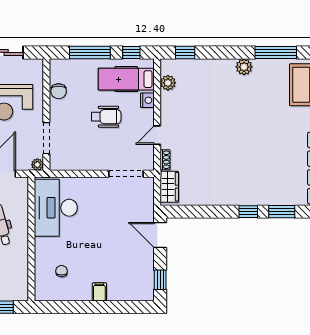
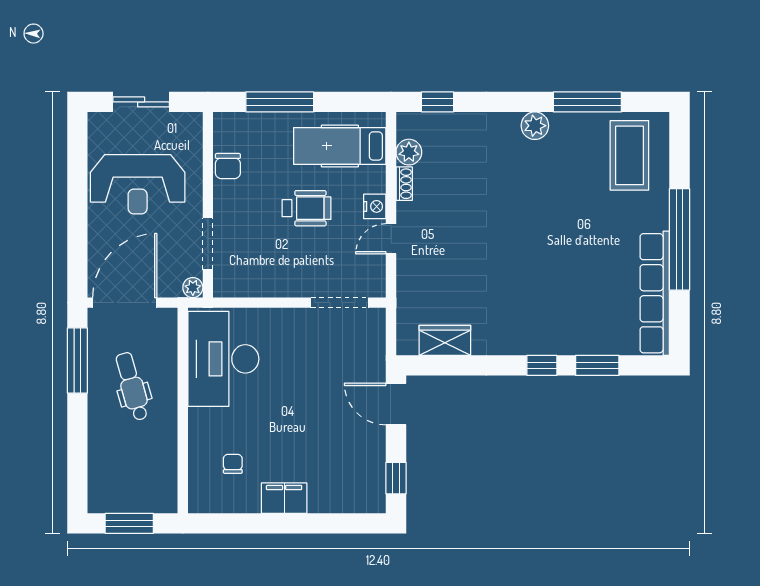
window: (131, 52) -> (348, 102), removed
nightstand: (147, 100) -> (375, 206), moved
shoe rack: (165, 160) -> (404, 184), moved
wardrobe: (169, 187) -> (445, 340), moved, turned -90
filing cabinet: (99, 292) -> (284, 498), width x2.00

